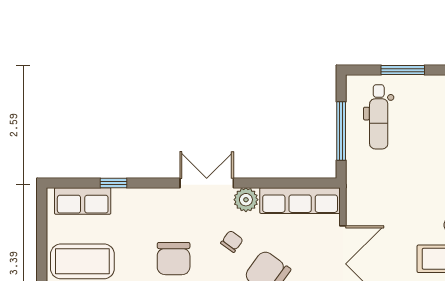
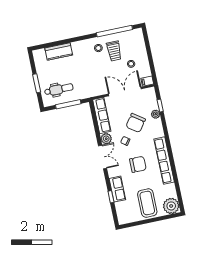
double door: (207, 183) -> (103, 157), swing flipped
row of seats: (83, 201) -> (117, 189), moved

